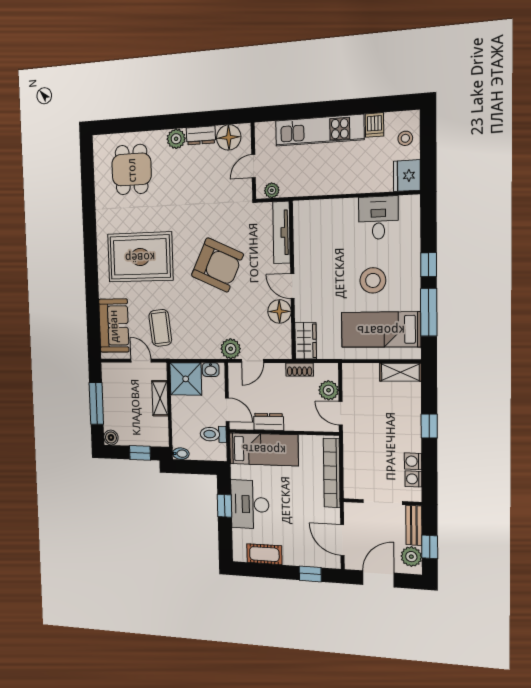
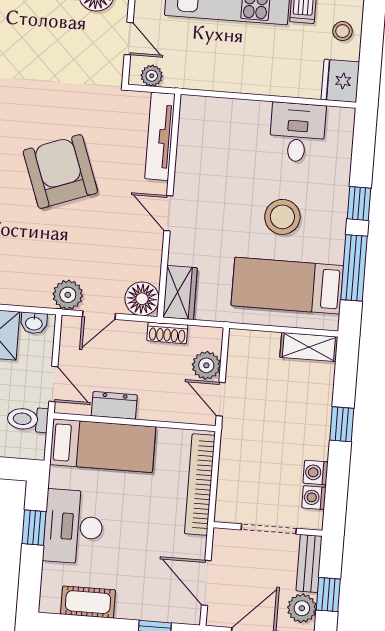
door: (254, 166) -> (129, 39), swing flipped
armchair: (217, 265) -> (60, 172), turned -135
floor lamp: (279, 311) -> (142, 299), moved

